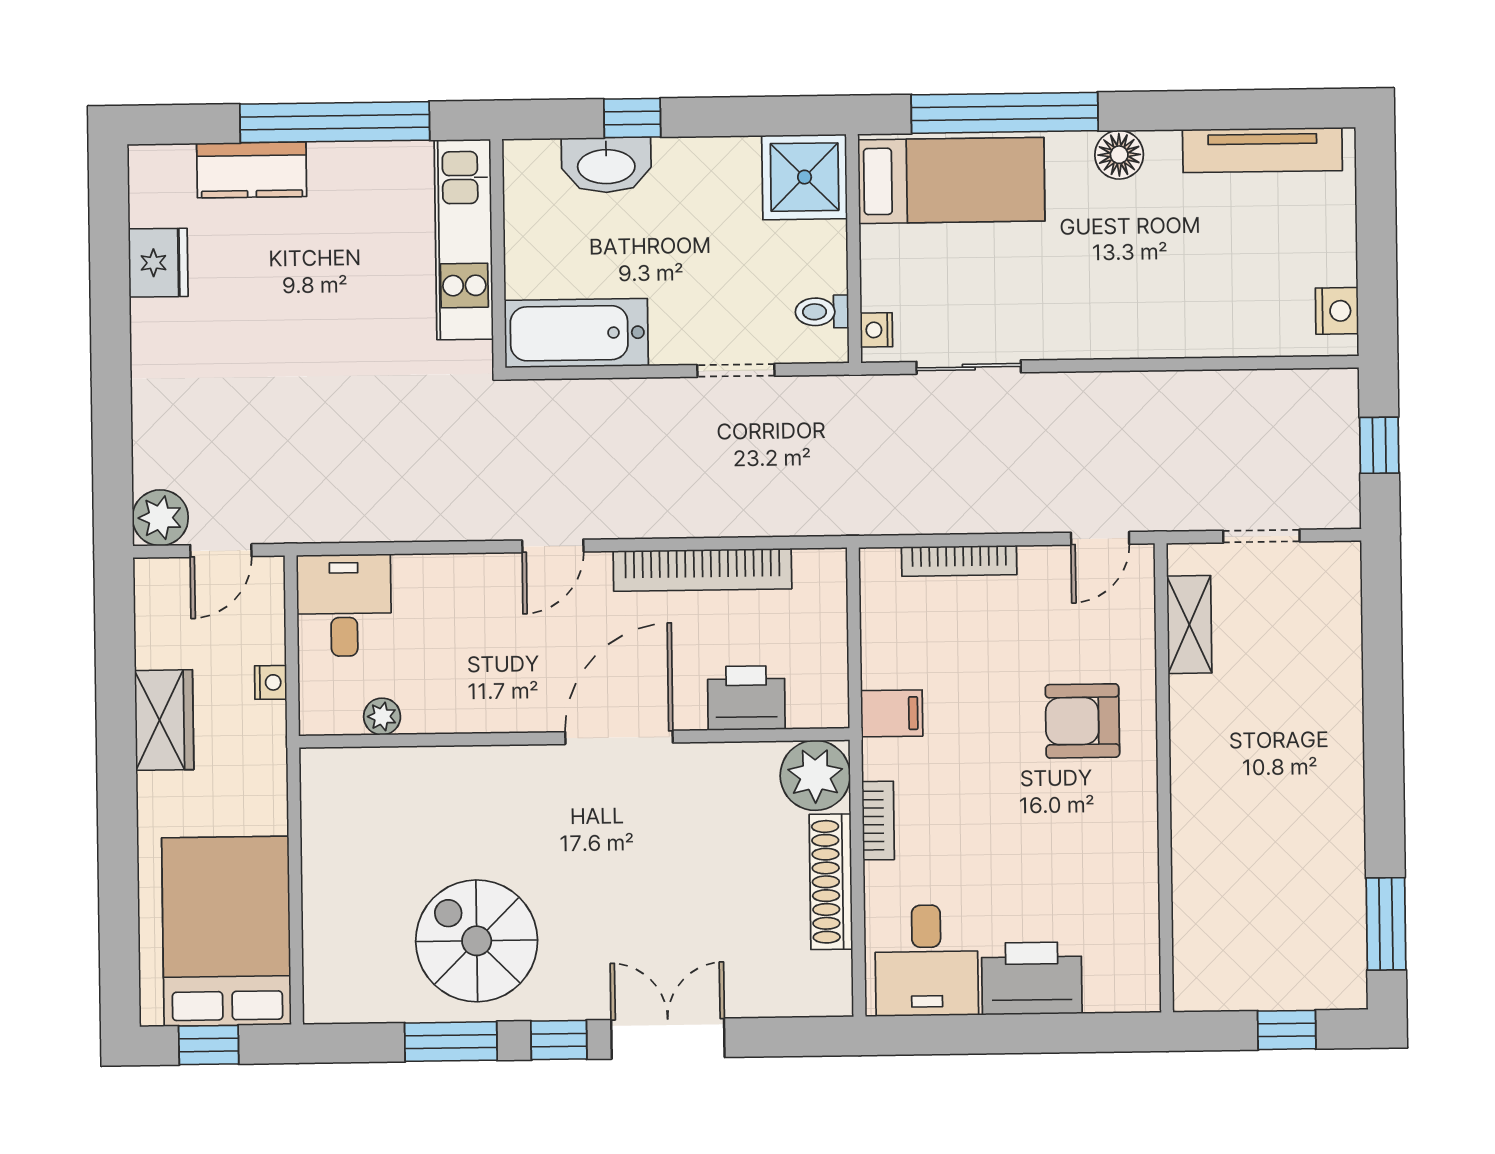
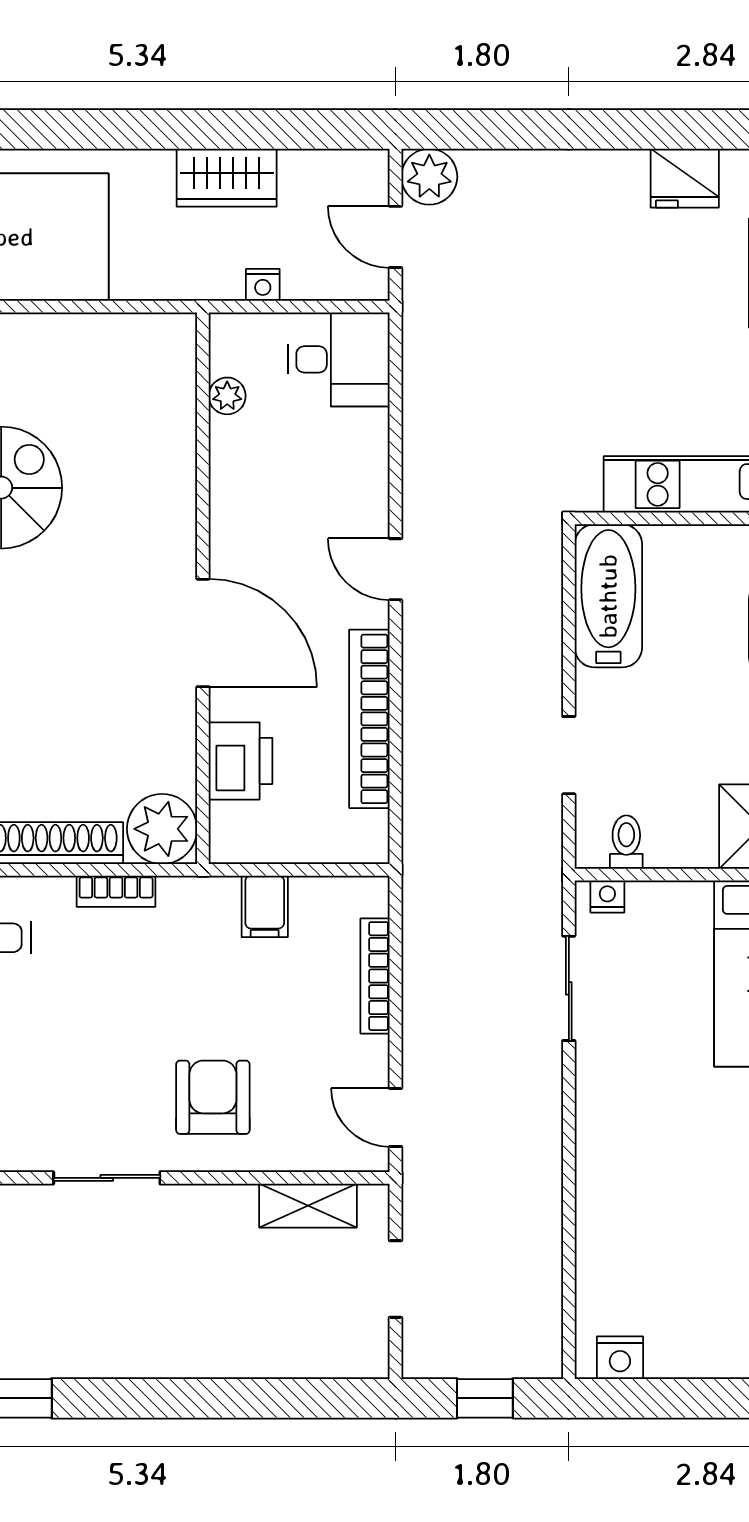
filing cabinet: (892, 713) -> (265, 906), moved
sliding door: (1164, 826) -> (107, 1178), added

